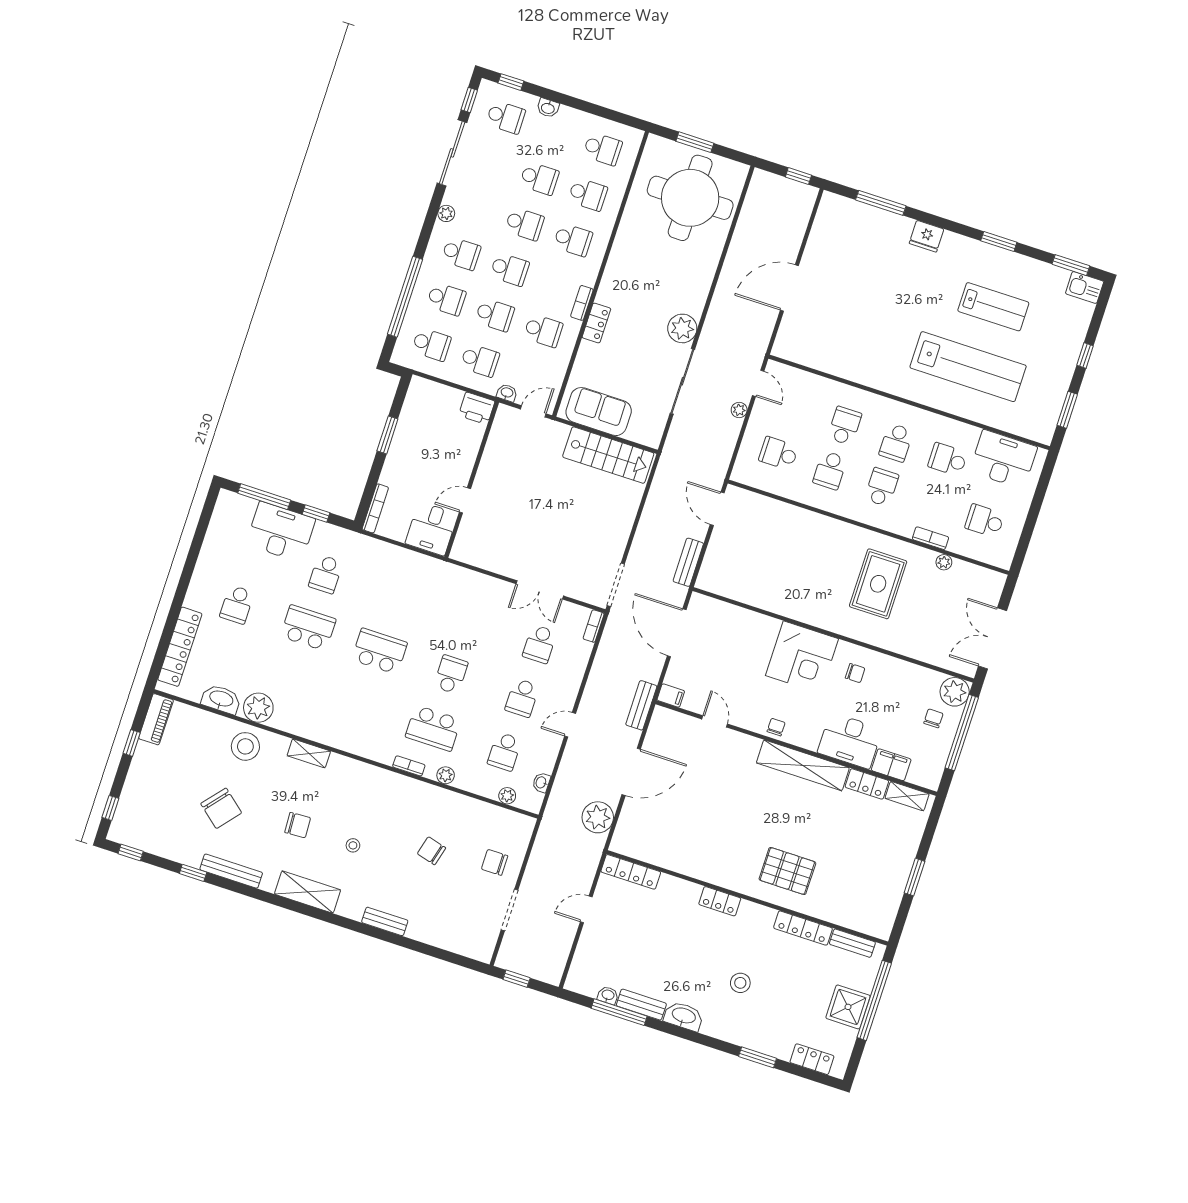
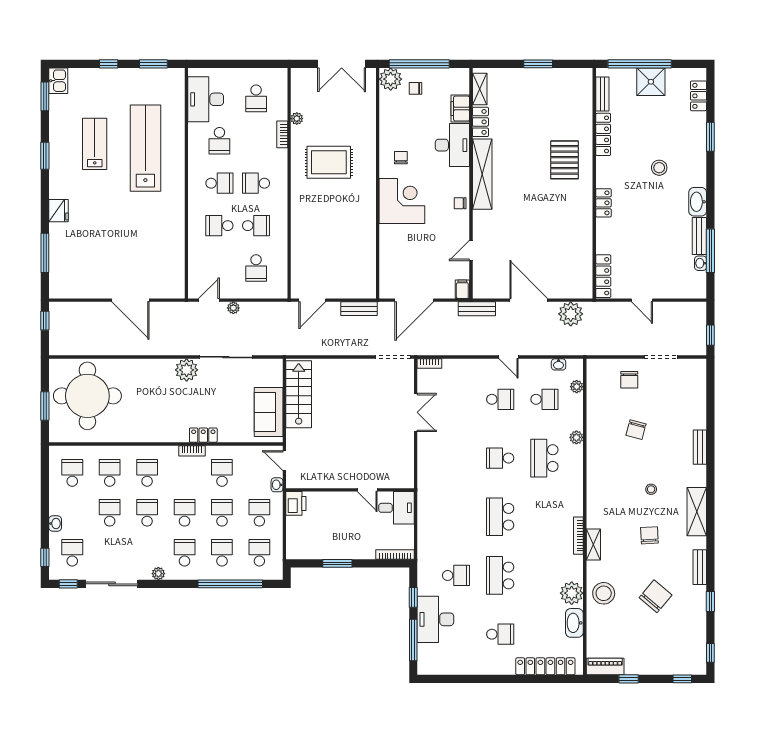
school desk: (540, 644) -> (456, 399), removed
school desk: (433, 728) -> (544, 458), turned 180
bookcase: (409, 766) -> (578, 536), moved, width x1.56
bench: (231, 871) -> (700, 567), width x0.73

